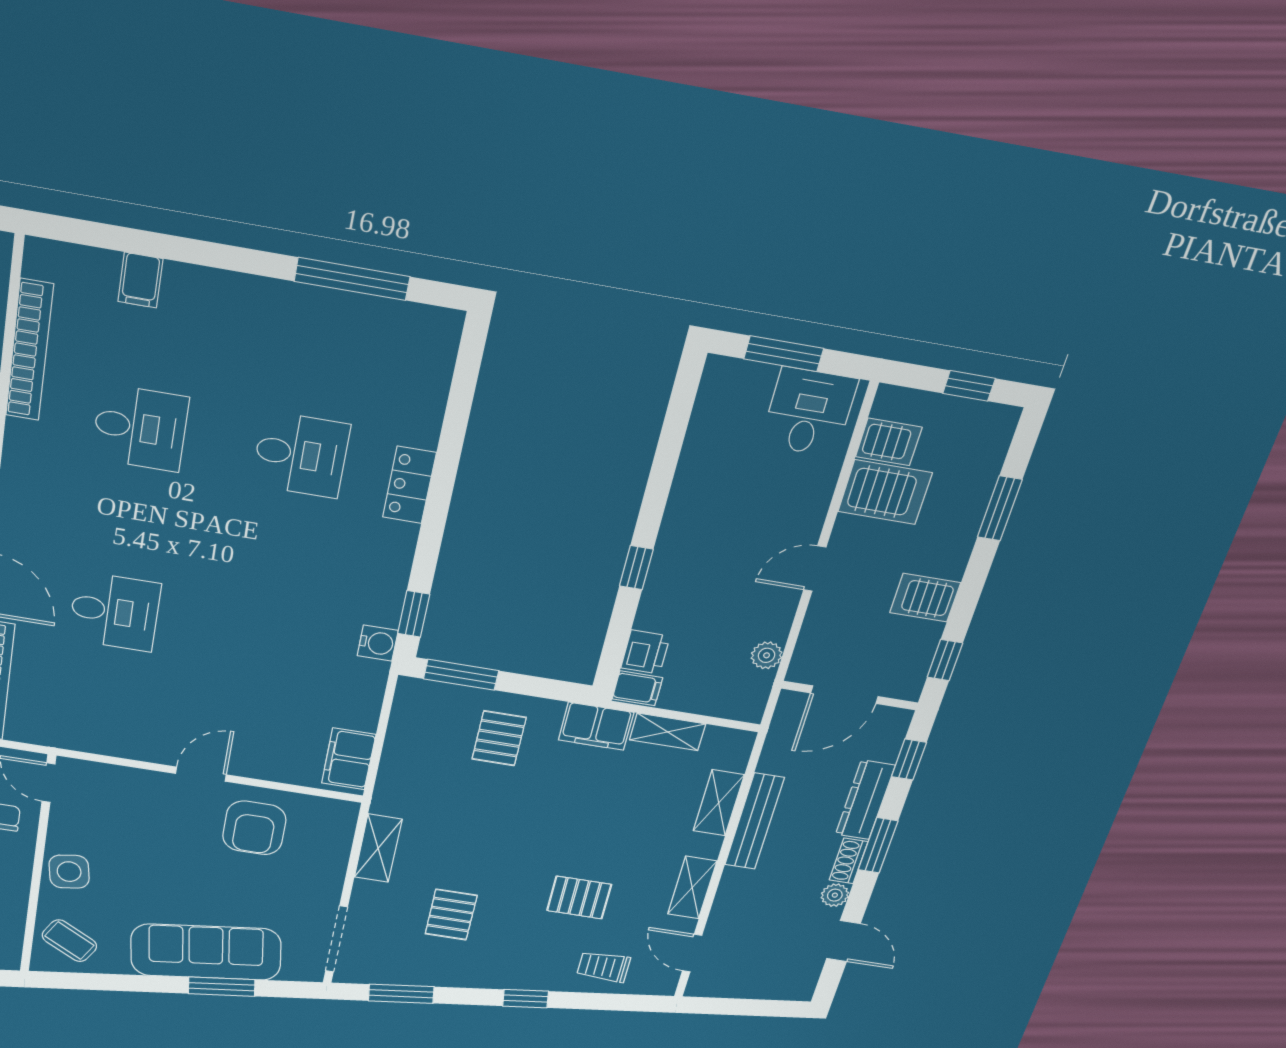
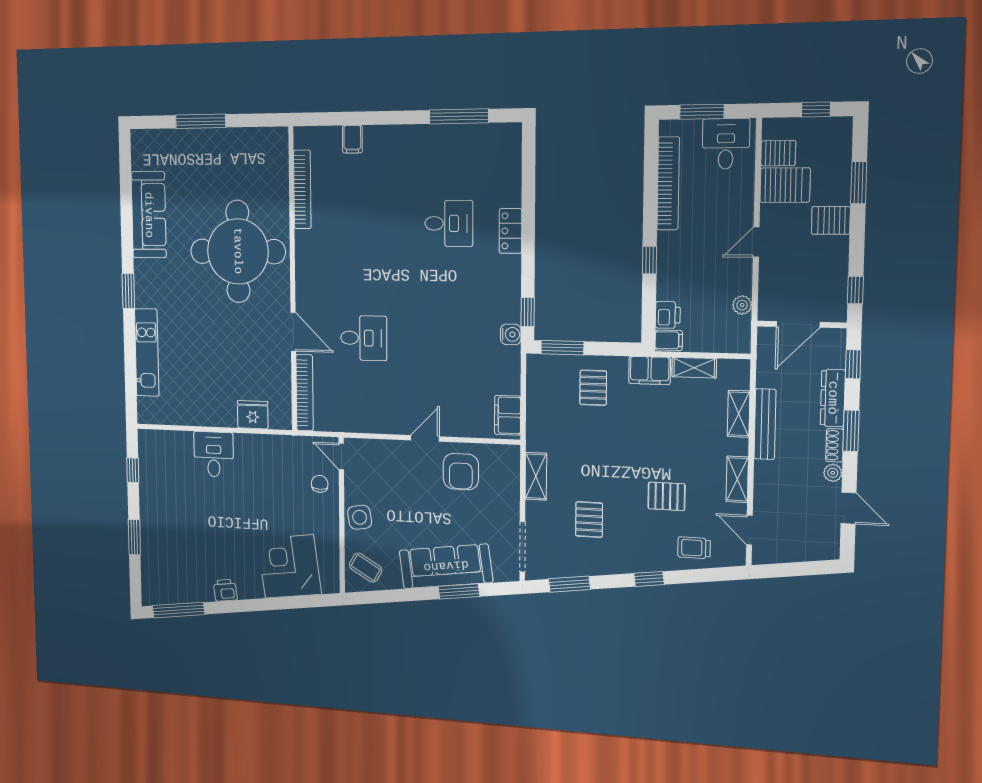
desk: (140, 428) -> (363, 223), removed
bookcase: (697, 457) -> (668, 183), added
server rack: (925, 598) -> (831, 220), moved

